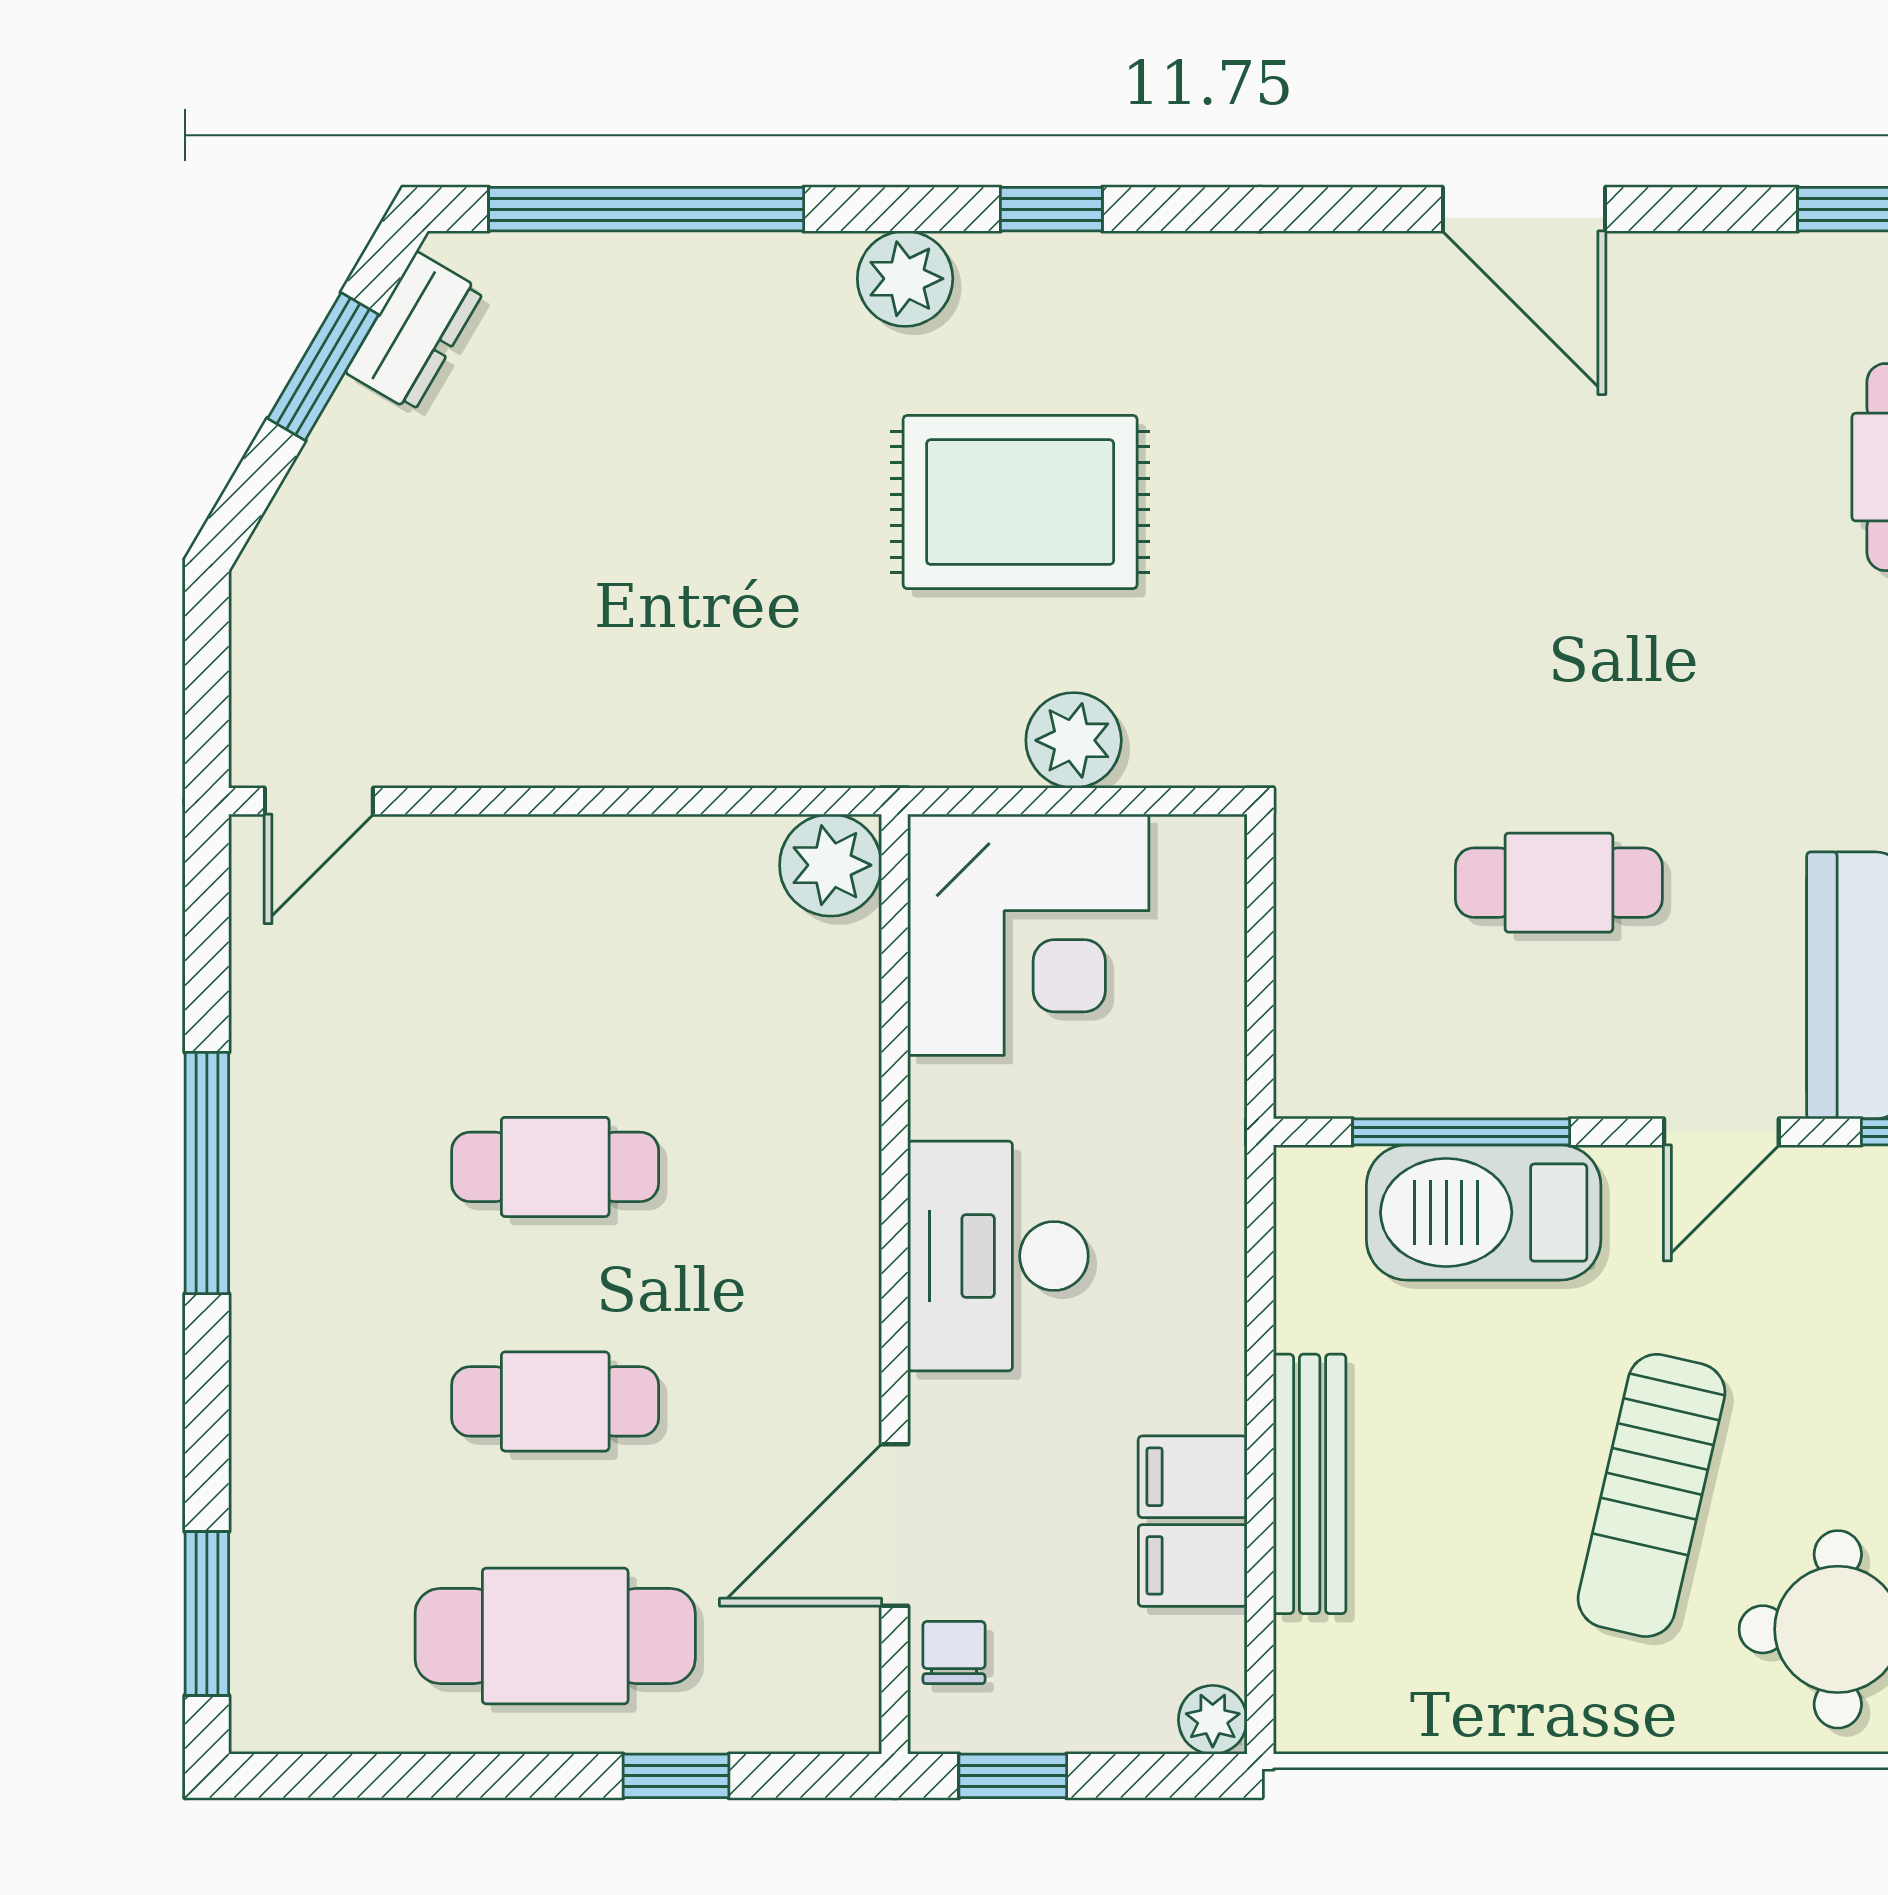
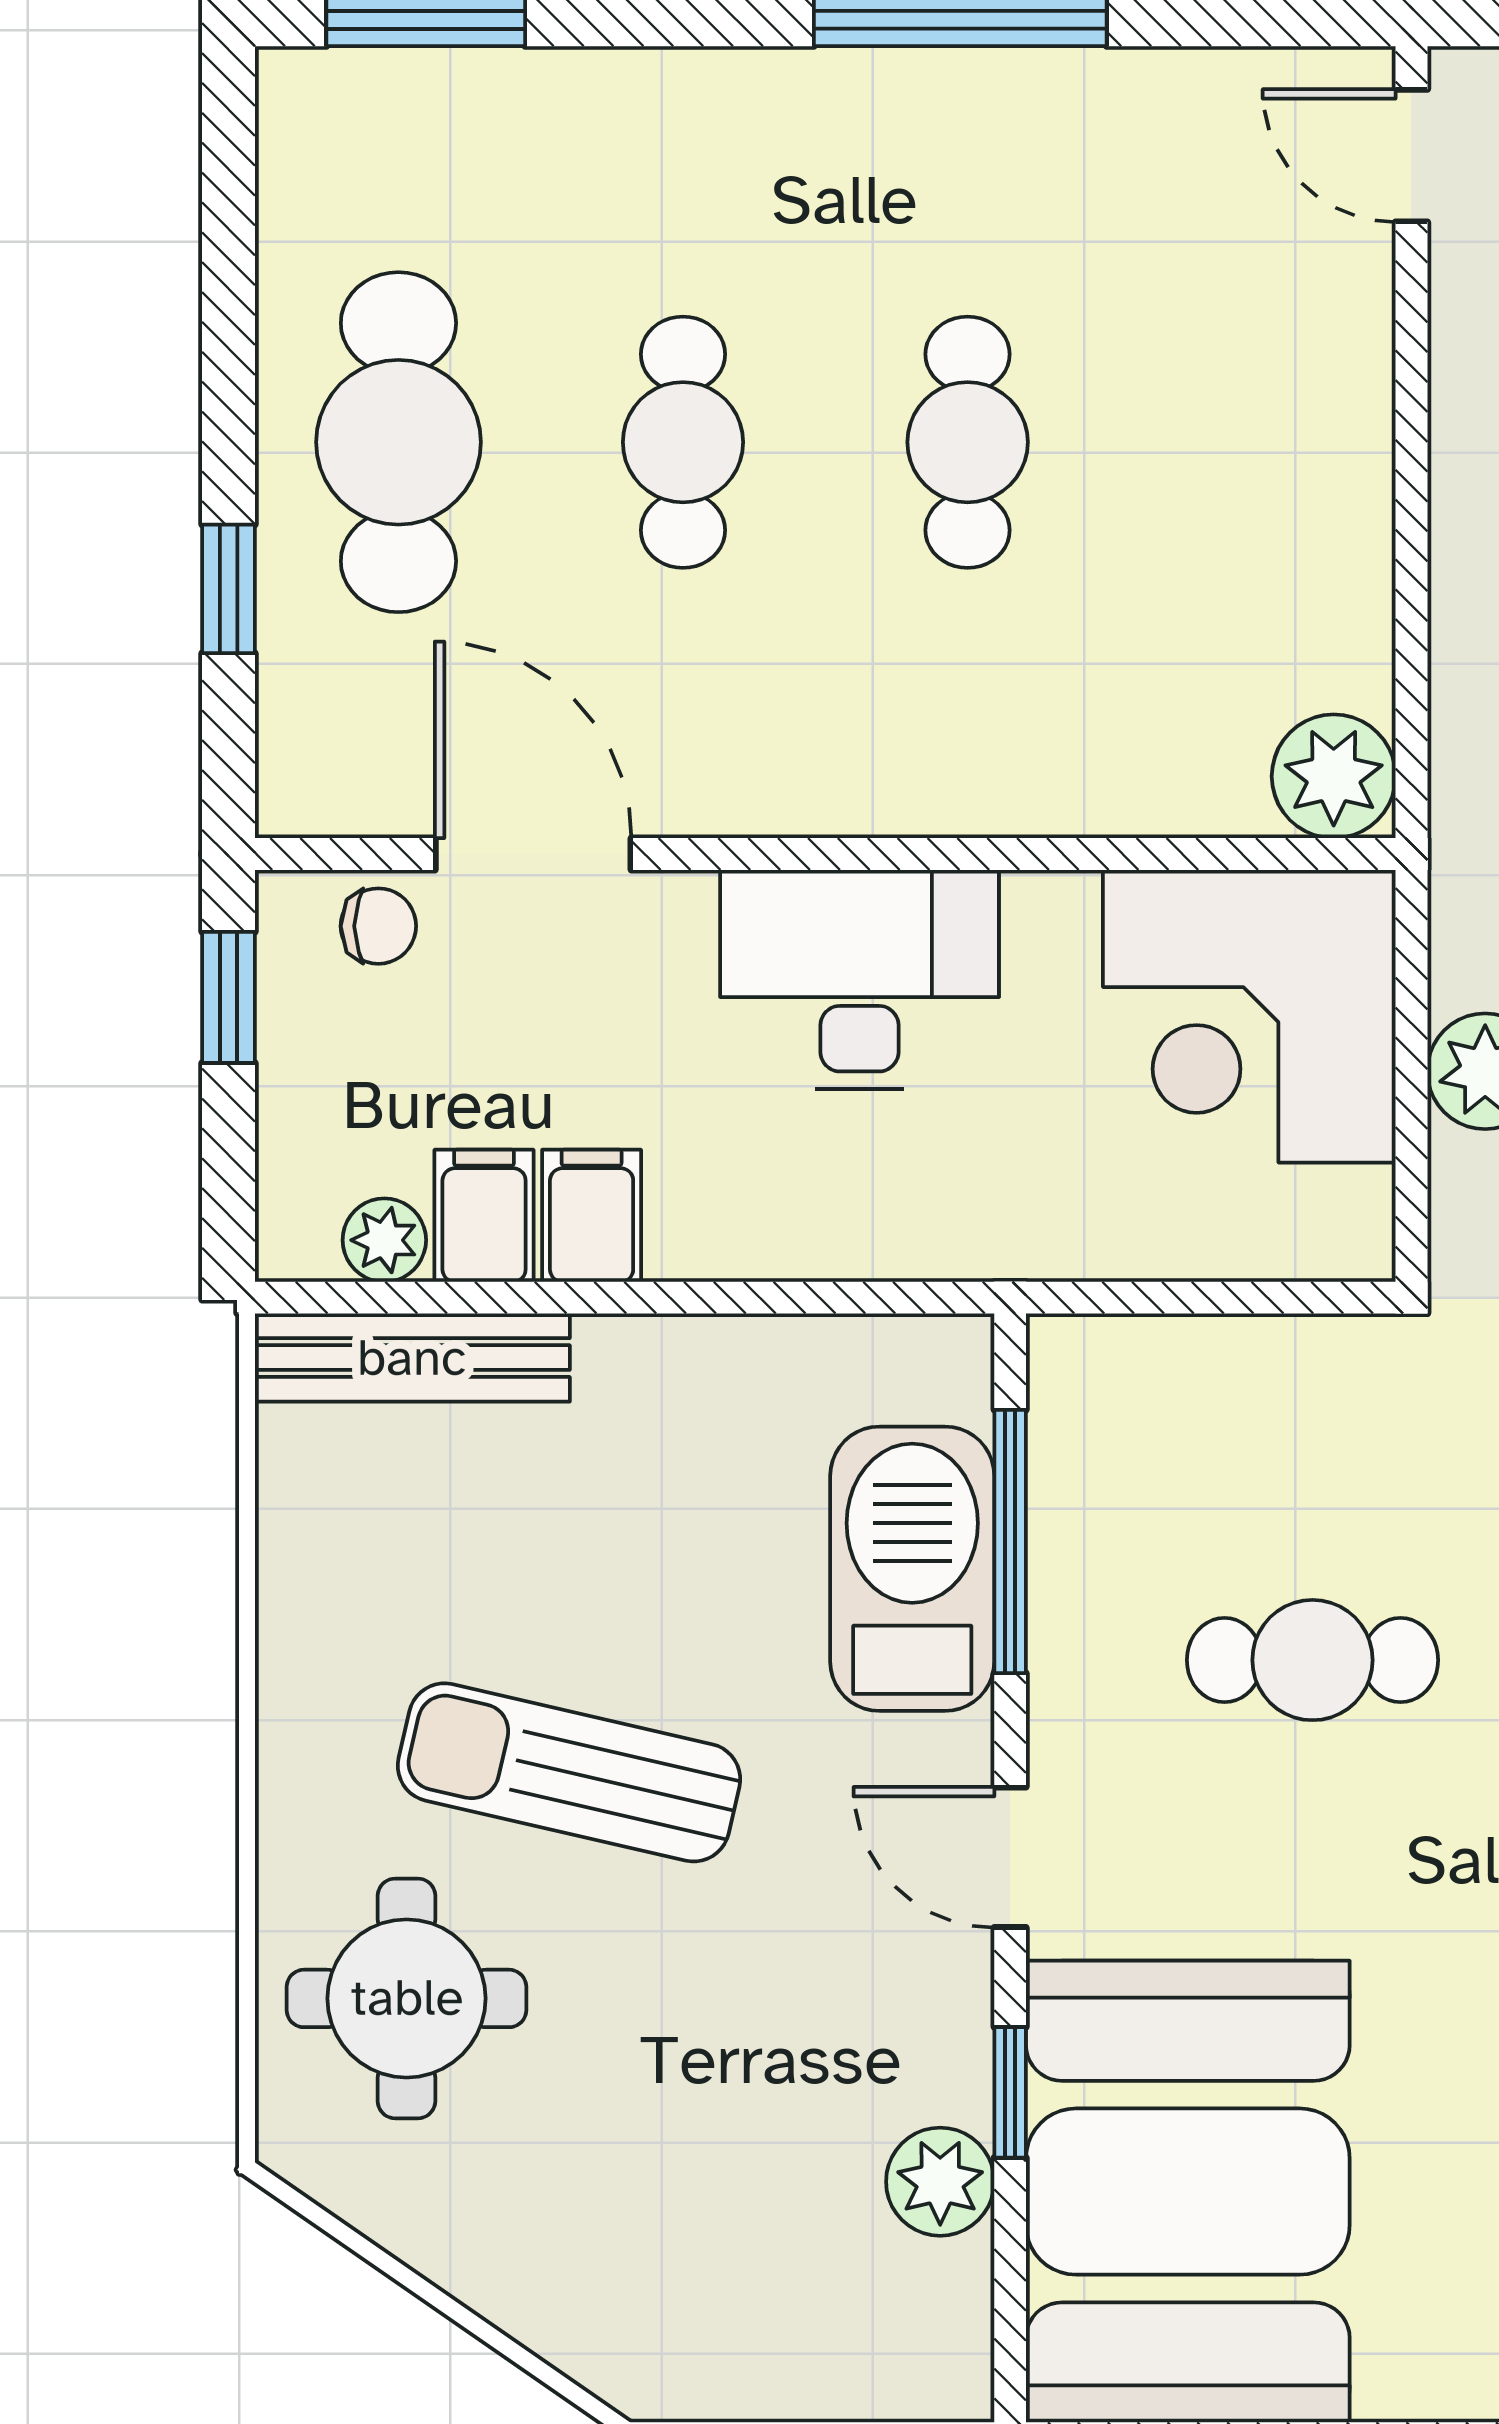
cafe table: (1559, 883) -> (1312, 1660), turned 90
bench: (1310, 1484) -> (412, 1358), moved
plant: (1213, 1720) -> (384, 1240), moved

